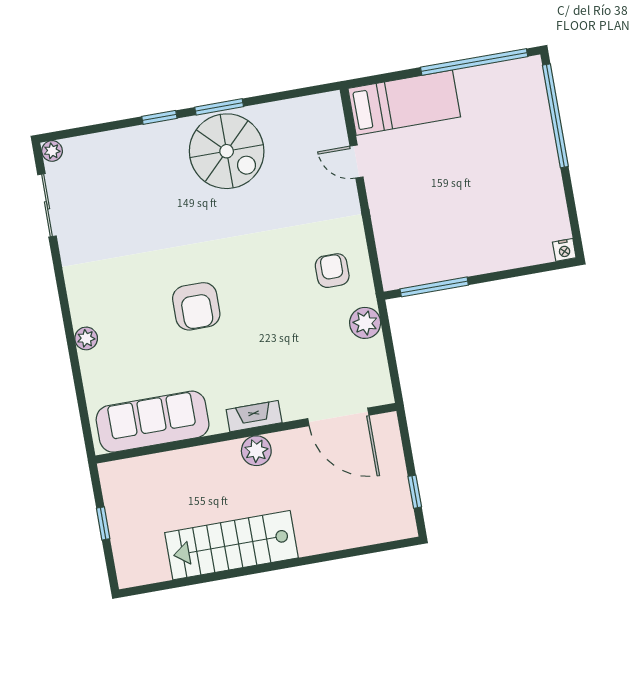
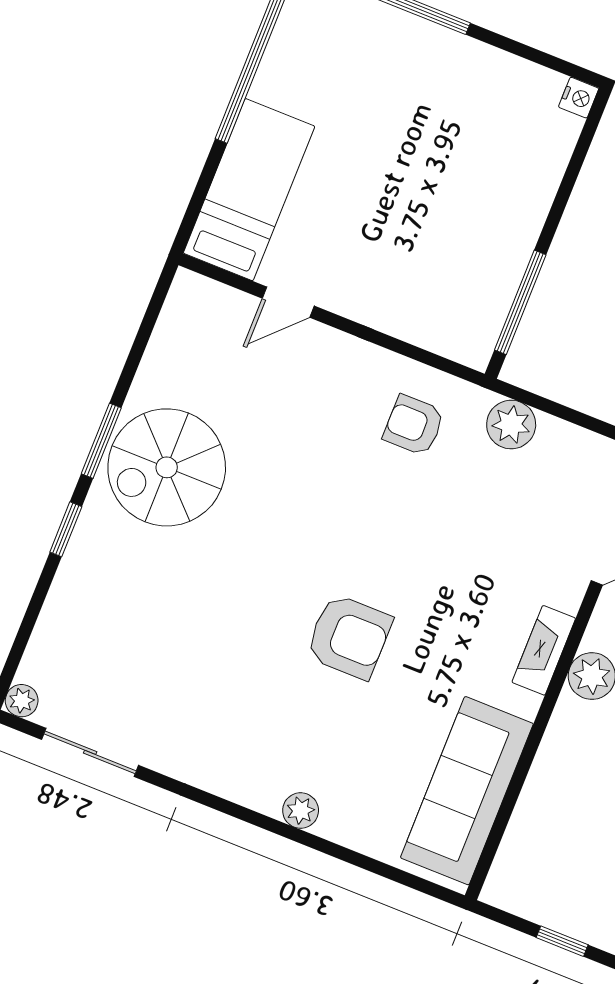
spiral stairs: (227, 151) -> (167, 467), turned 180

